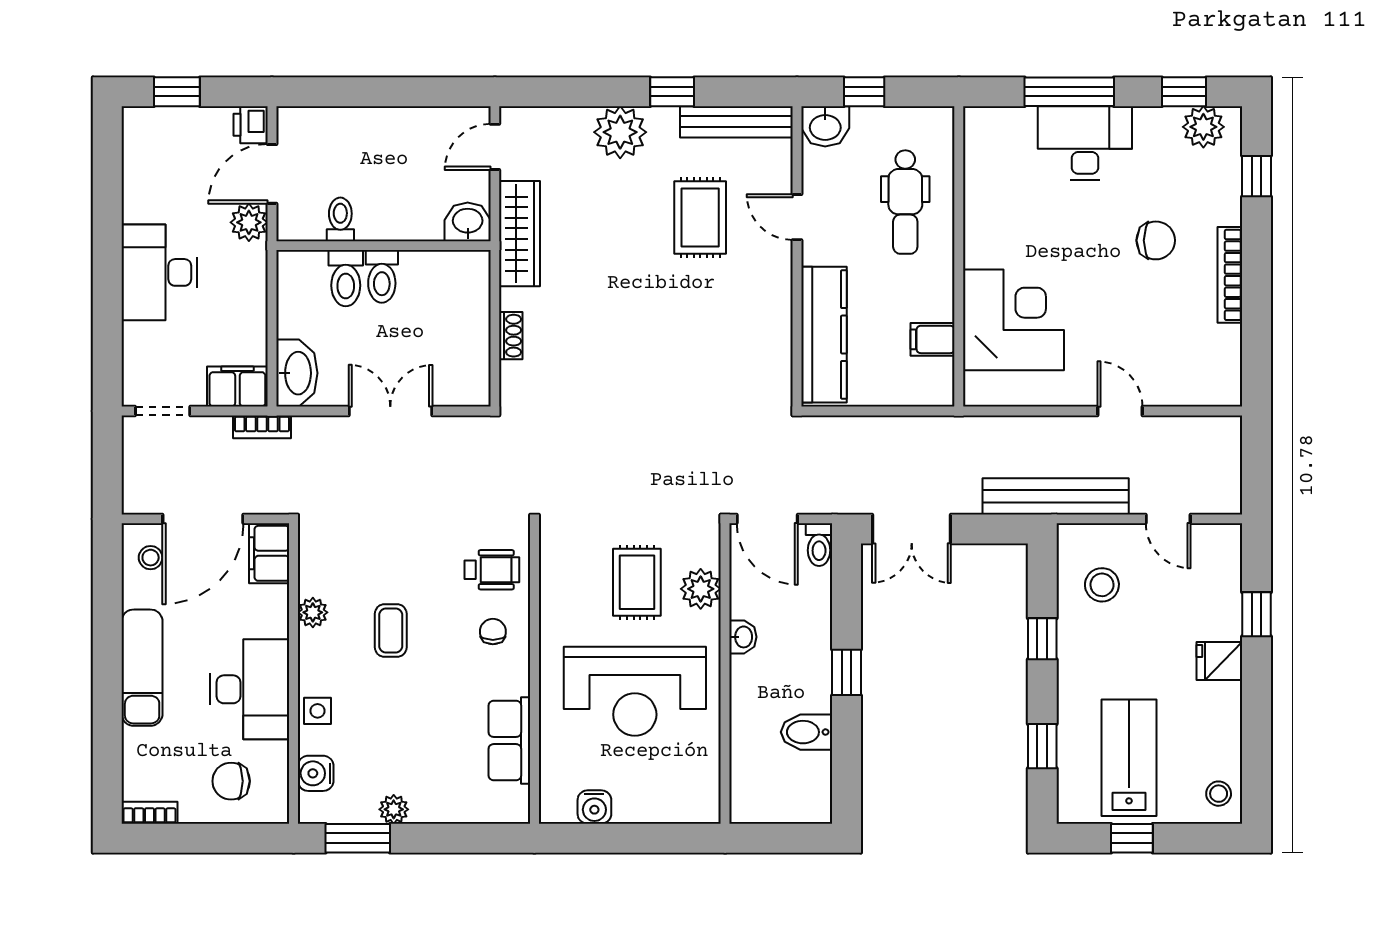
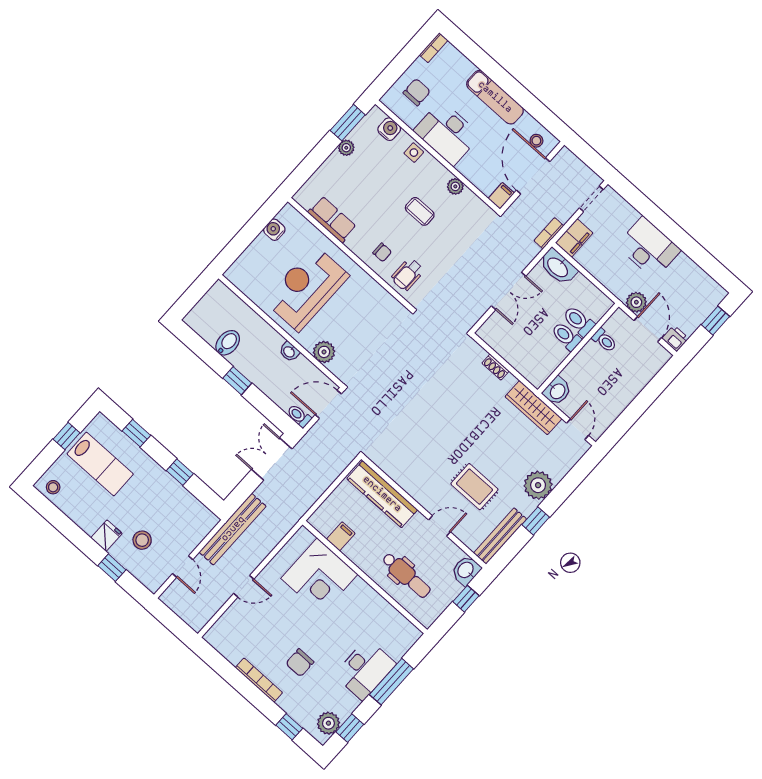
dental chair: (905, 202) -> (406, 575), turned 180
door: (1168, 519) -> (183, 567), swing flipped
filing cabinet: (269, 553) -> (501, 196), width x0.50
rug: (637, 582) -> (350, 329), removed
stool: (1102, 585) -> (142, 540), moved

